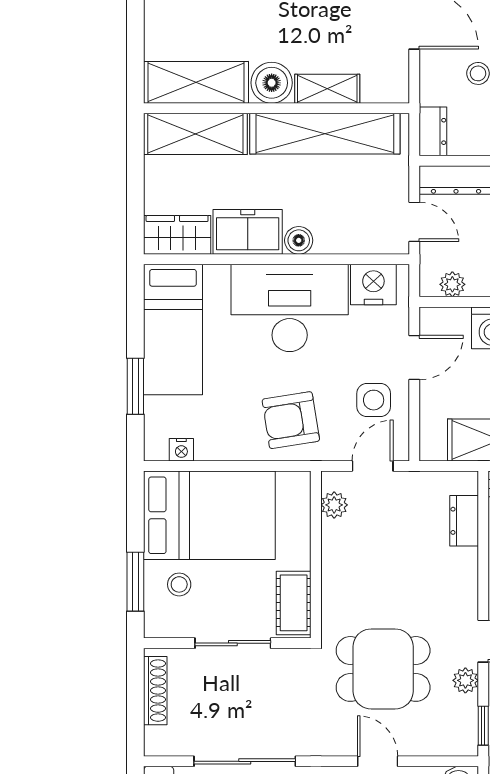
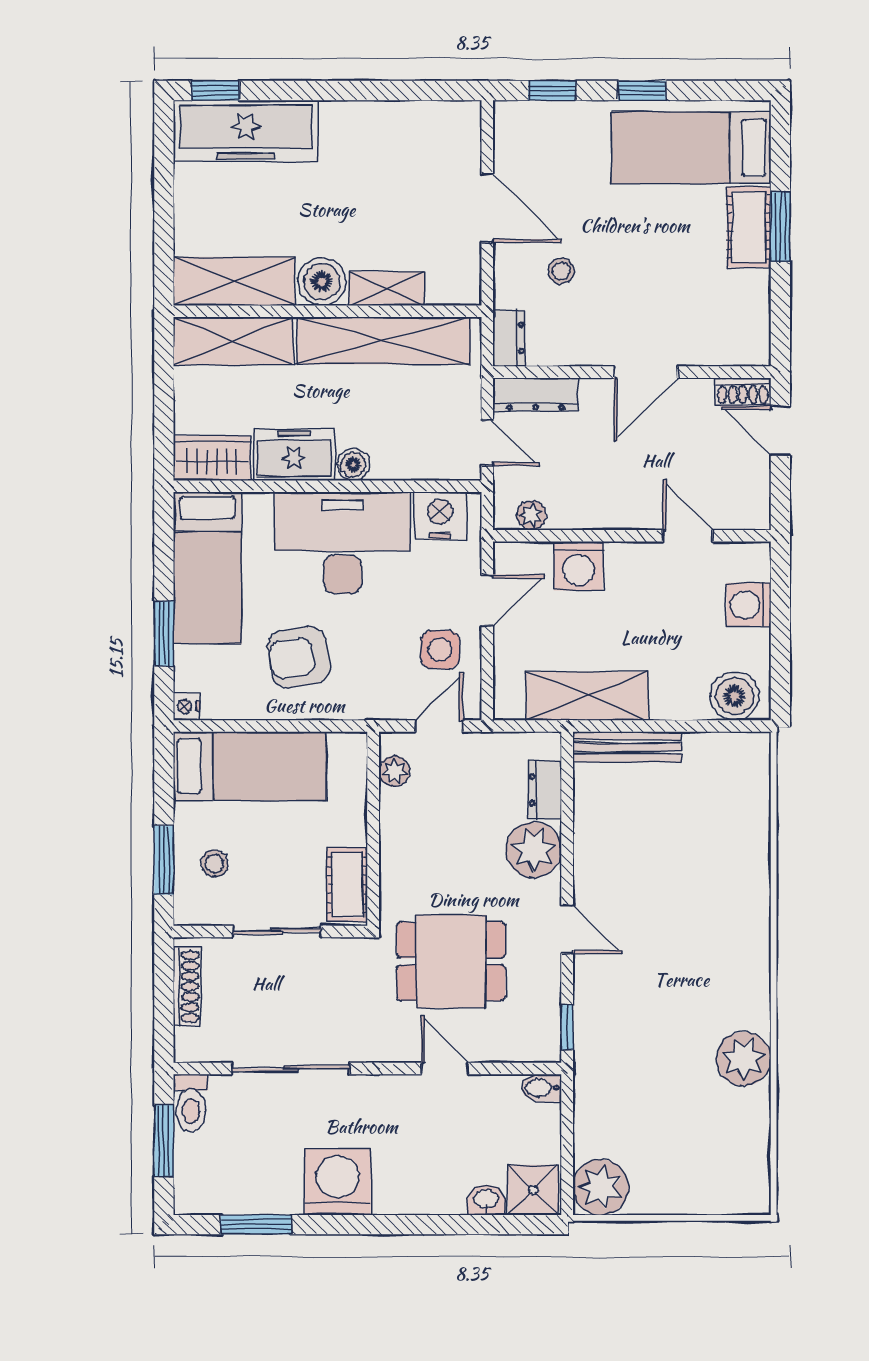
armchair: (291, 420) -> (299, 657), moved
nightstand: (181, 450) -> (186, 706), moved, turned 90
bed: (209, 515) -> (250, 766), width x0.67
plant: (465, 680) -> (534, 850), moved, width x1.88, depth x1.88

